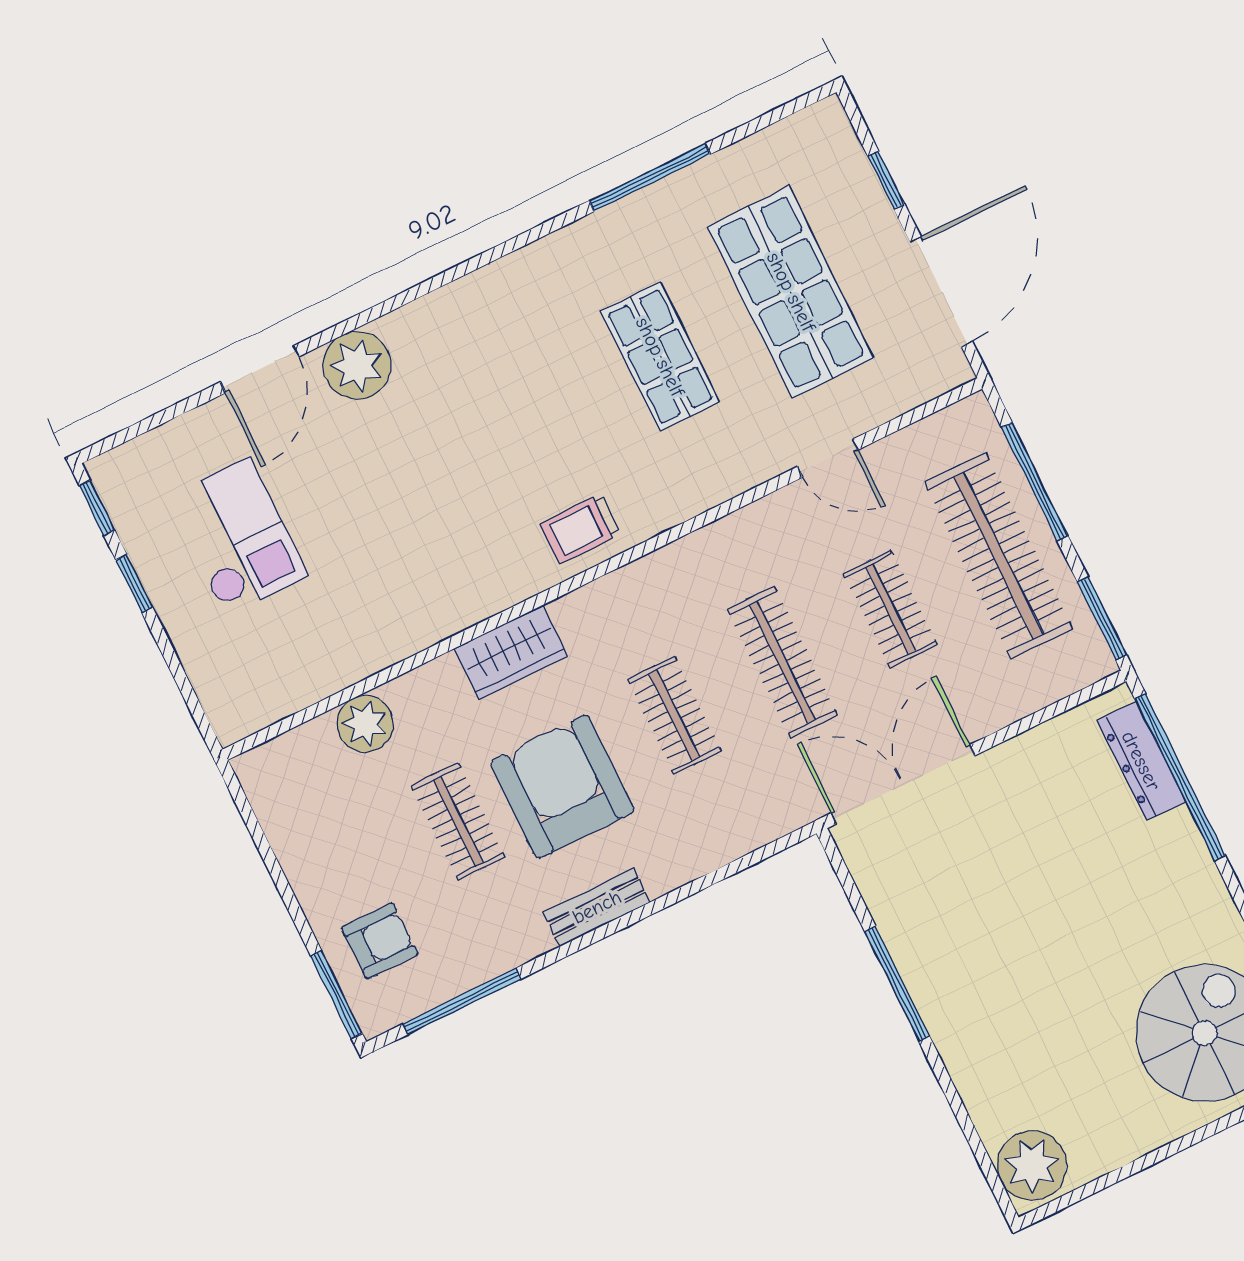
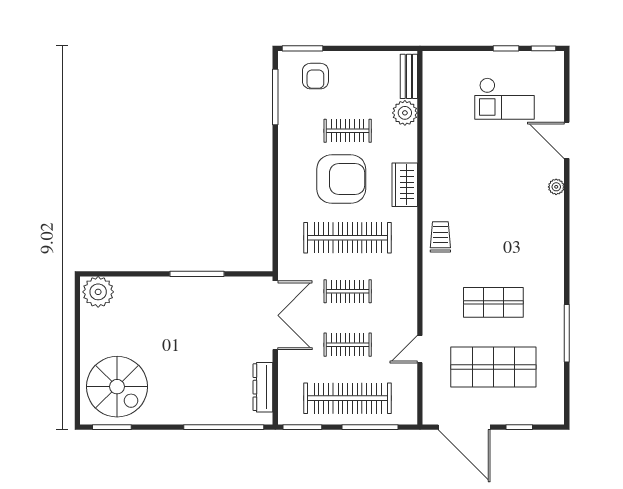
plant: (357, 365) -> (556, 187), width x0.53, depth x0.53
clothes rail: (782, 662) -> (348, 291), width x0.73
clothes rail: (674, 715) -> (348, 238), width x1.86, depth x1.31
dresser: (1141, 761) -> (263, 387), moved, turned -90
bench: (597, 907) -> (409, 76), moved

